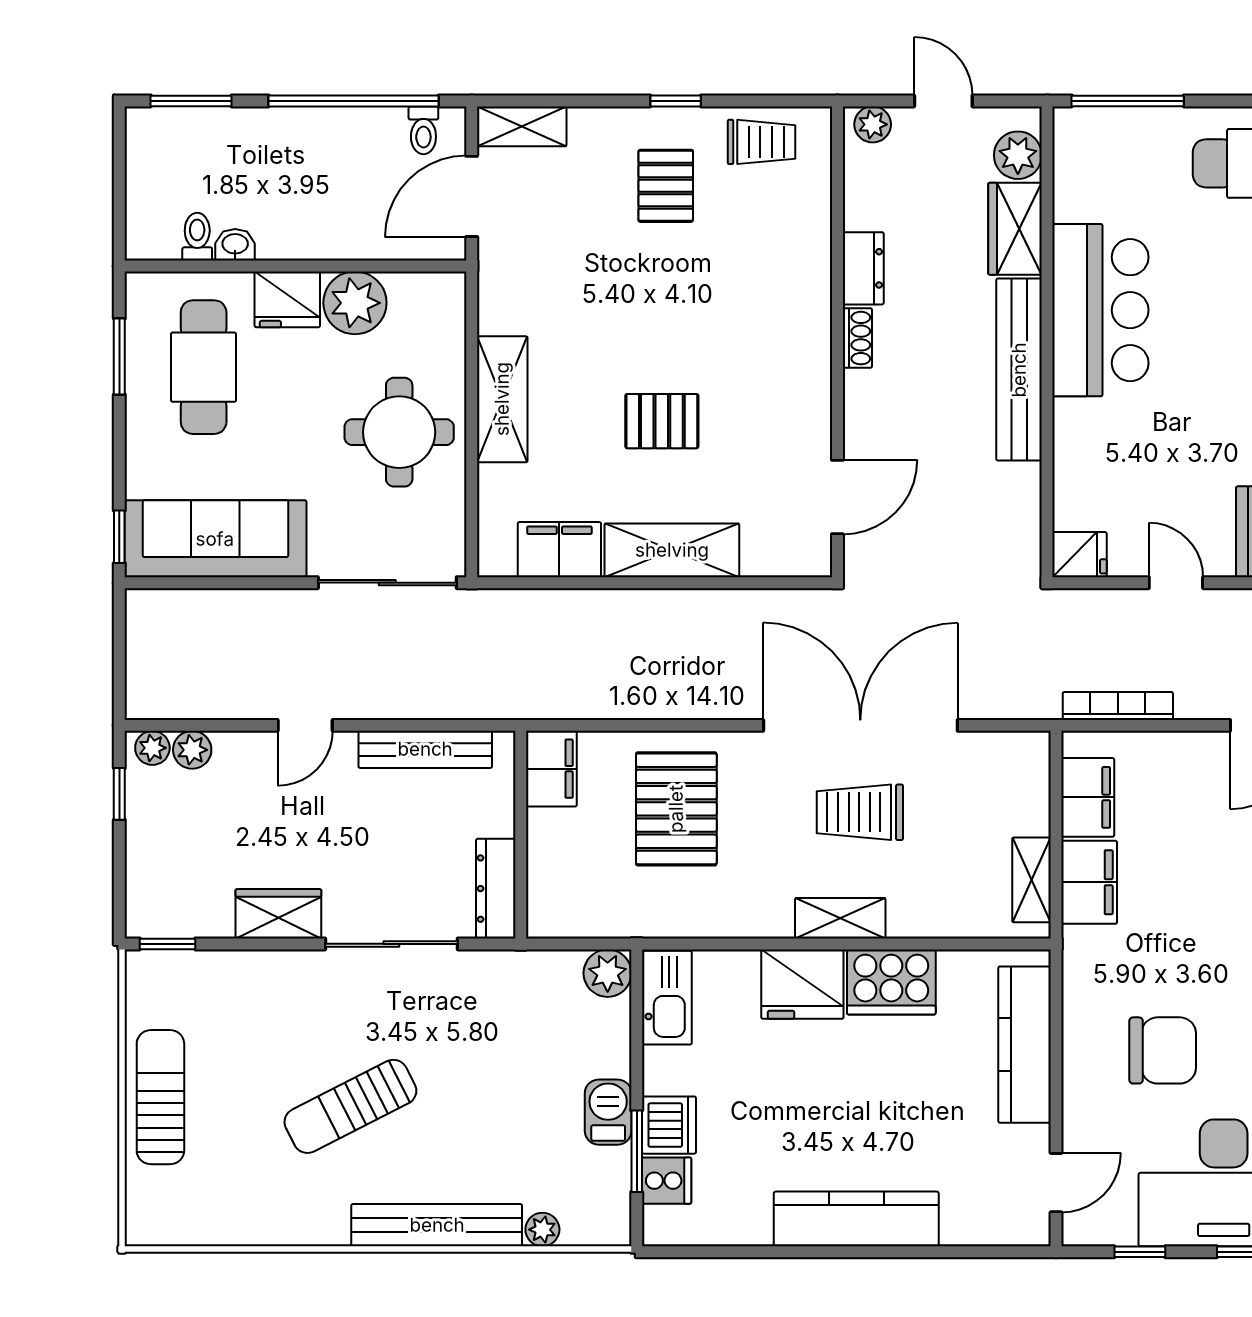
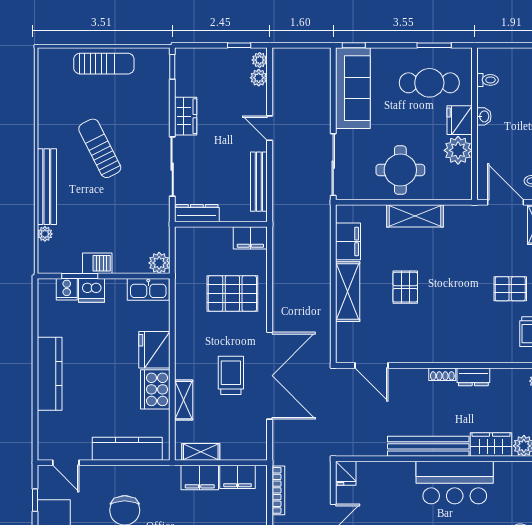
washbasin: (235, 245) -> (484, 116), moved
shelving: (840, 918) -> (184, 400), moved

